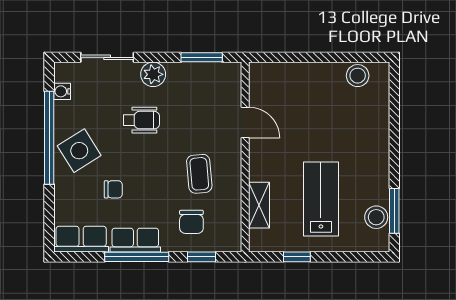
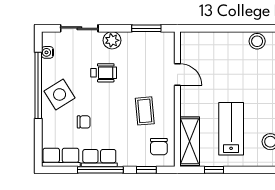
shelving: (259, 205) -> (190, 141), width x1.50, depth x1.33
chair: (191, 222) -> (159, 147), moved

